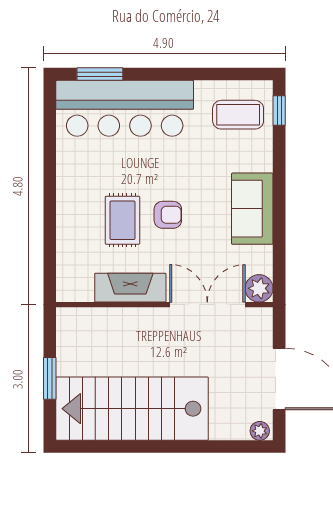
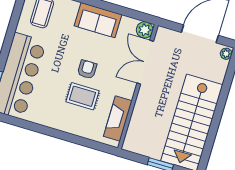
fireplace: (130, 288) -> (118, 118), moved

